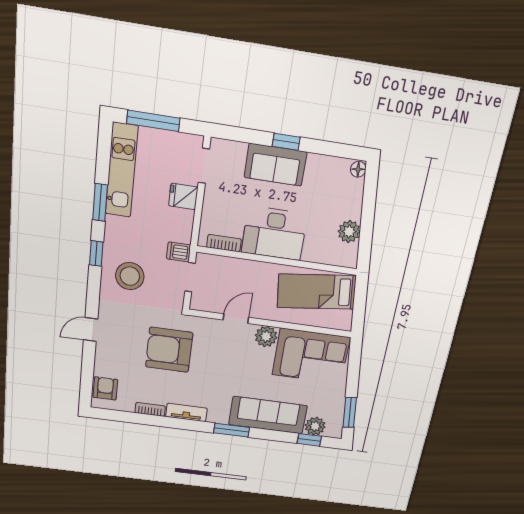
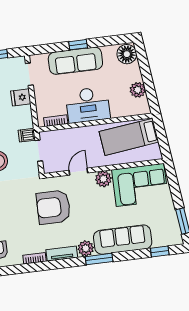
sofa: (275, 165) -> (75, 61), width x1.36
floor lamp: (358, 169) -> (127, 54), width x1.89, depth x1.89
armchair: (169, 350) -> (53, 207), moved
plant: (315, 426) -> (86, 248), moved

